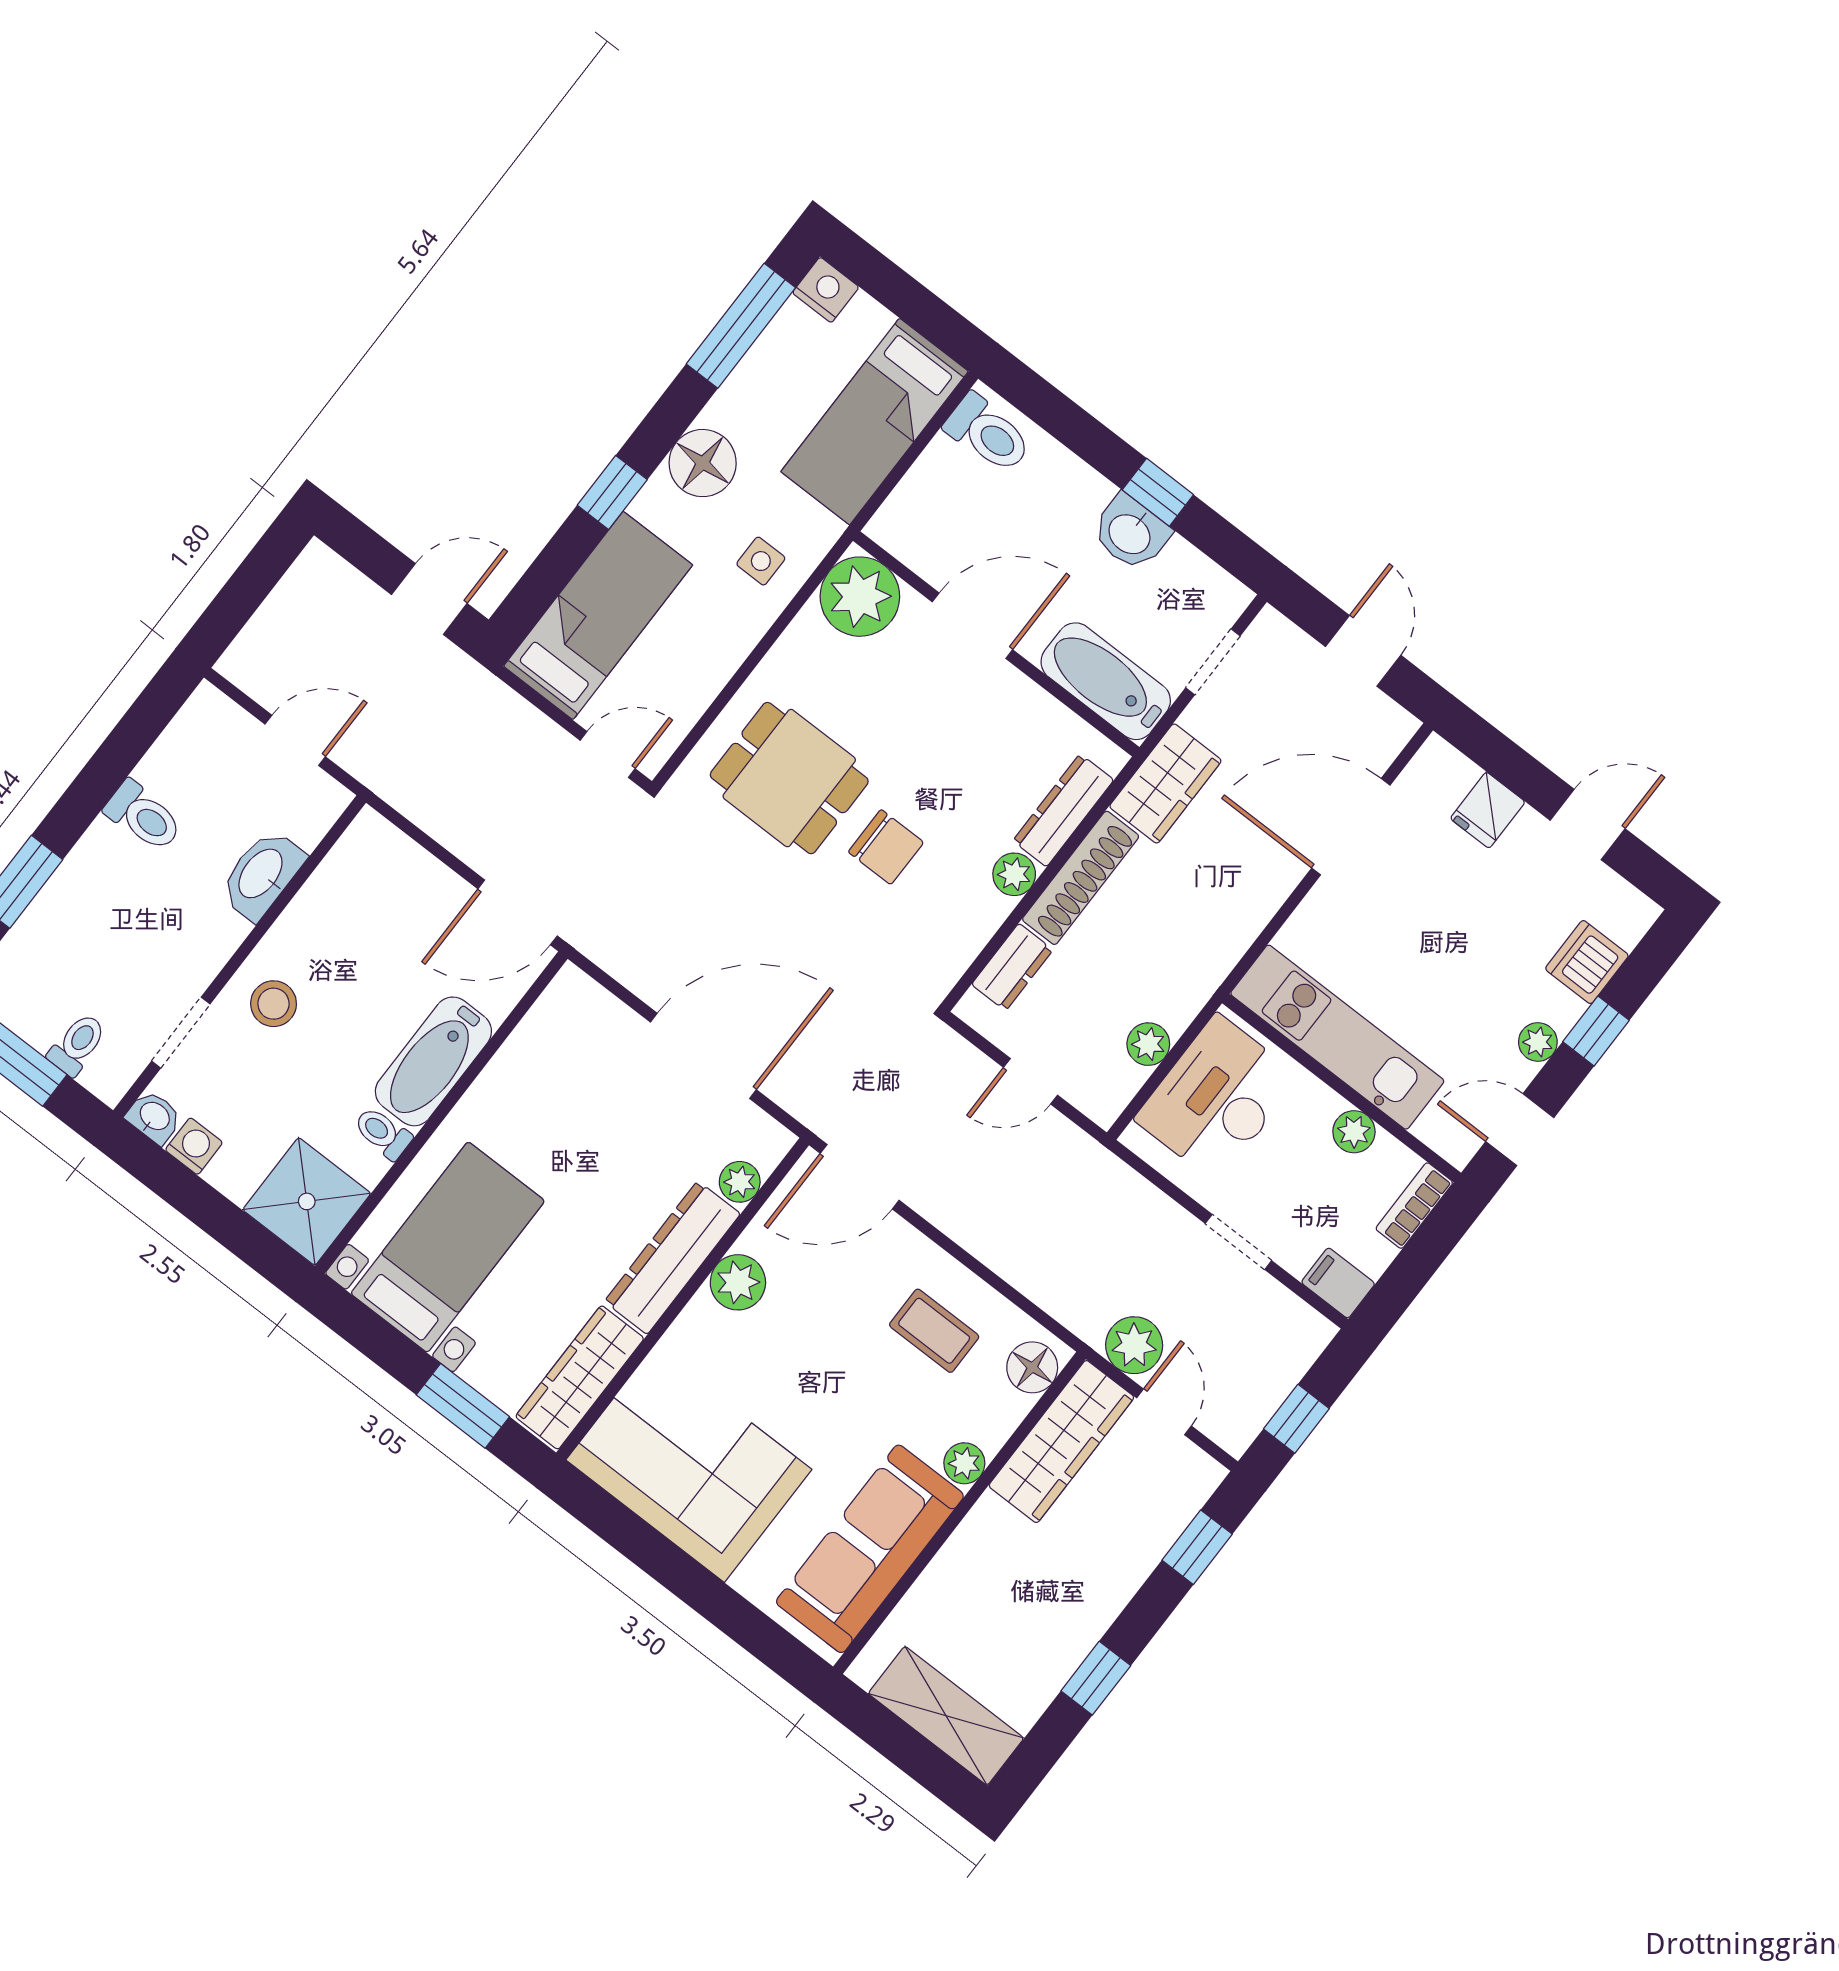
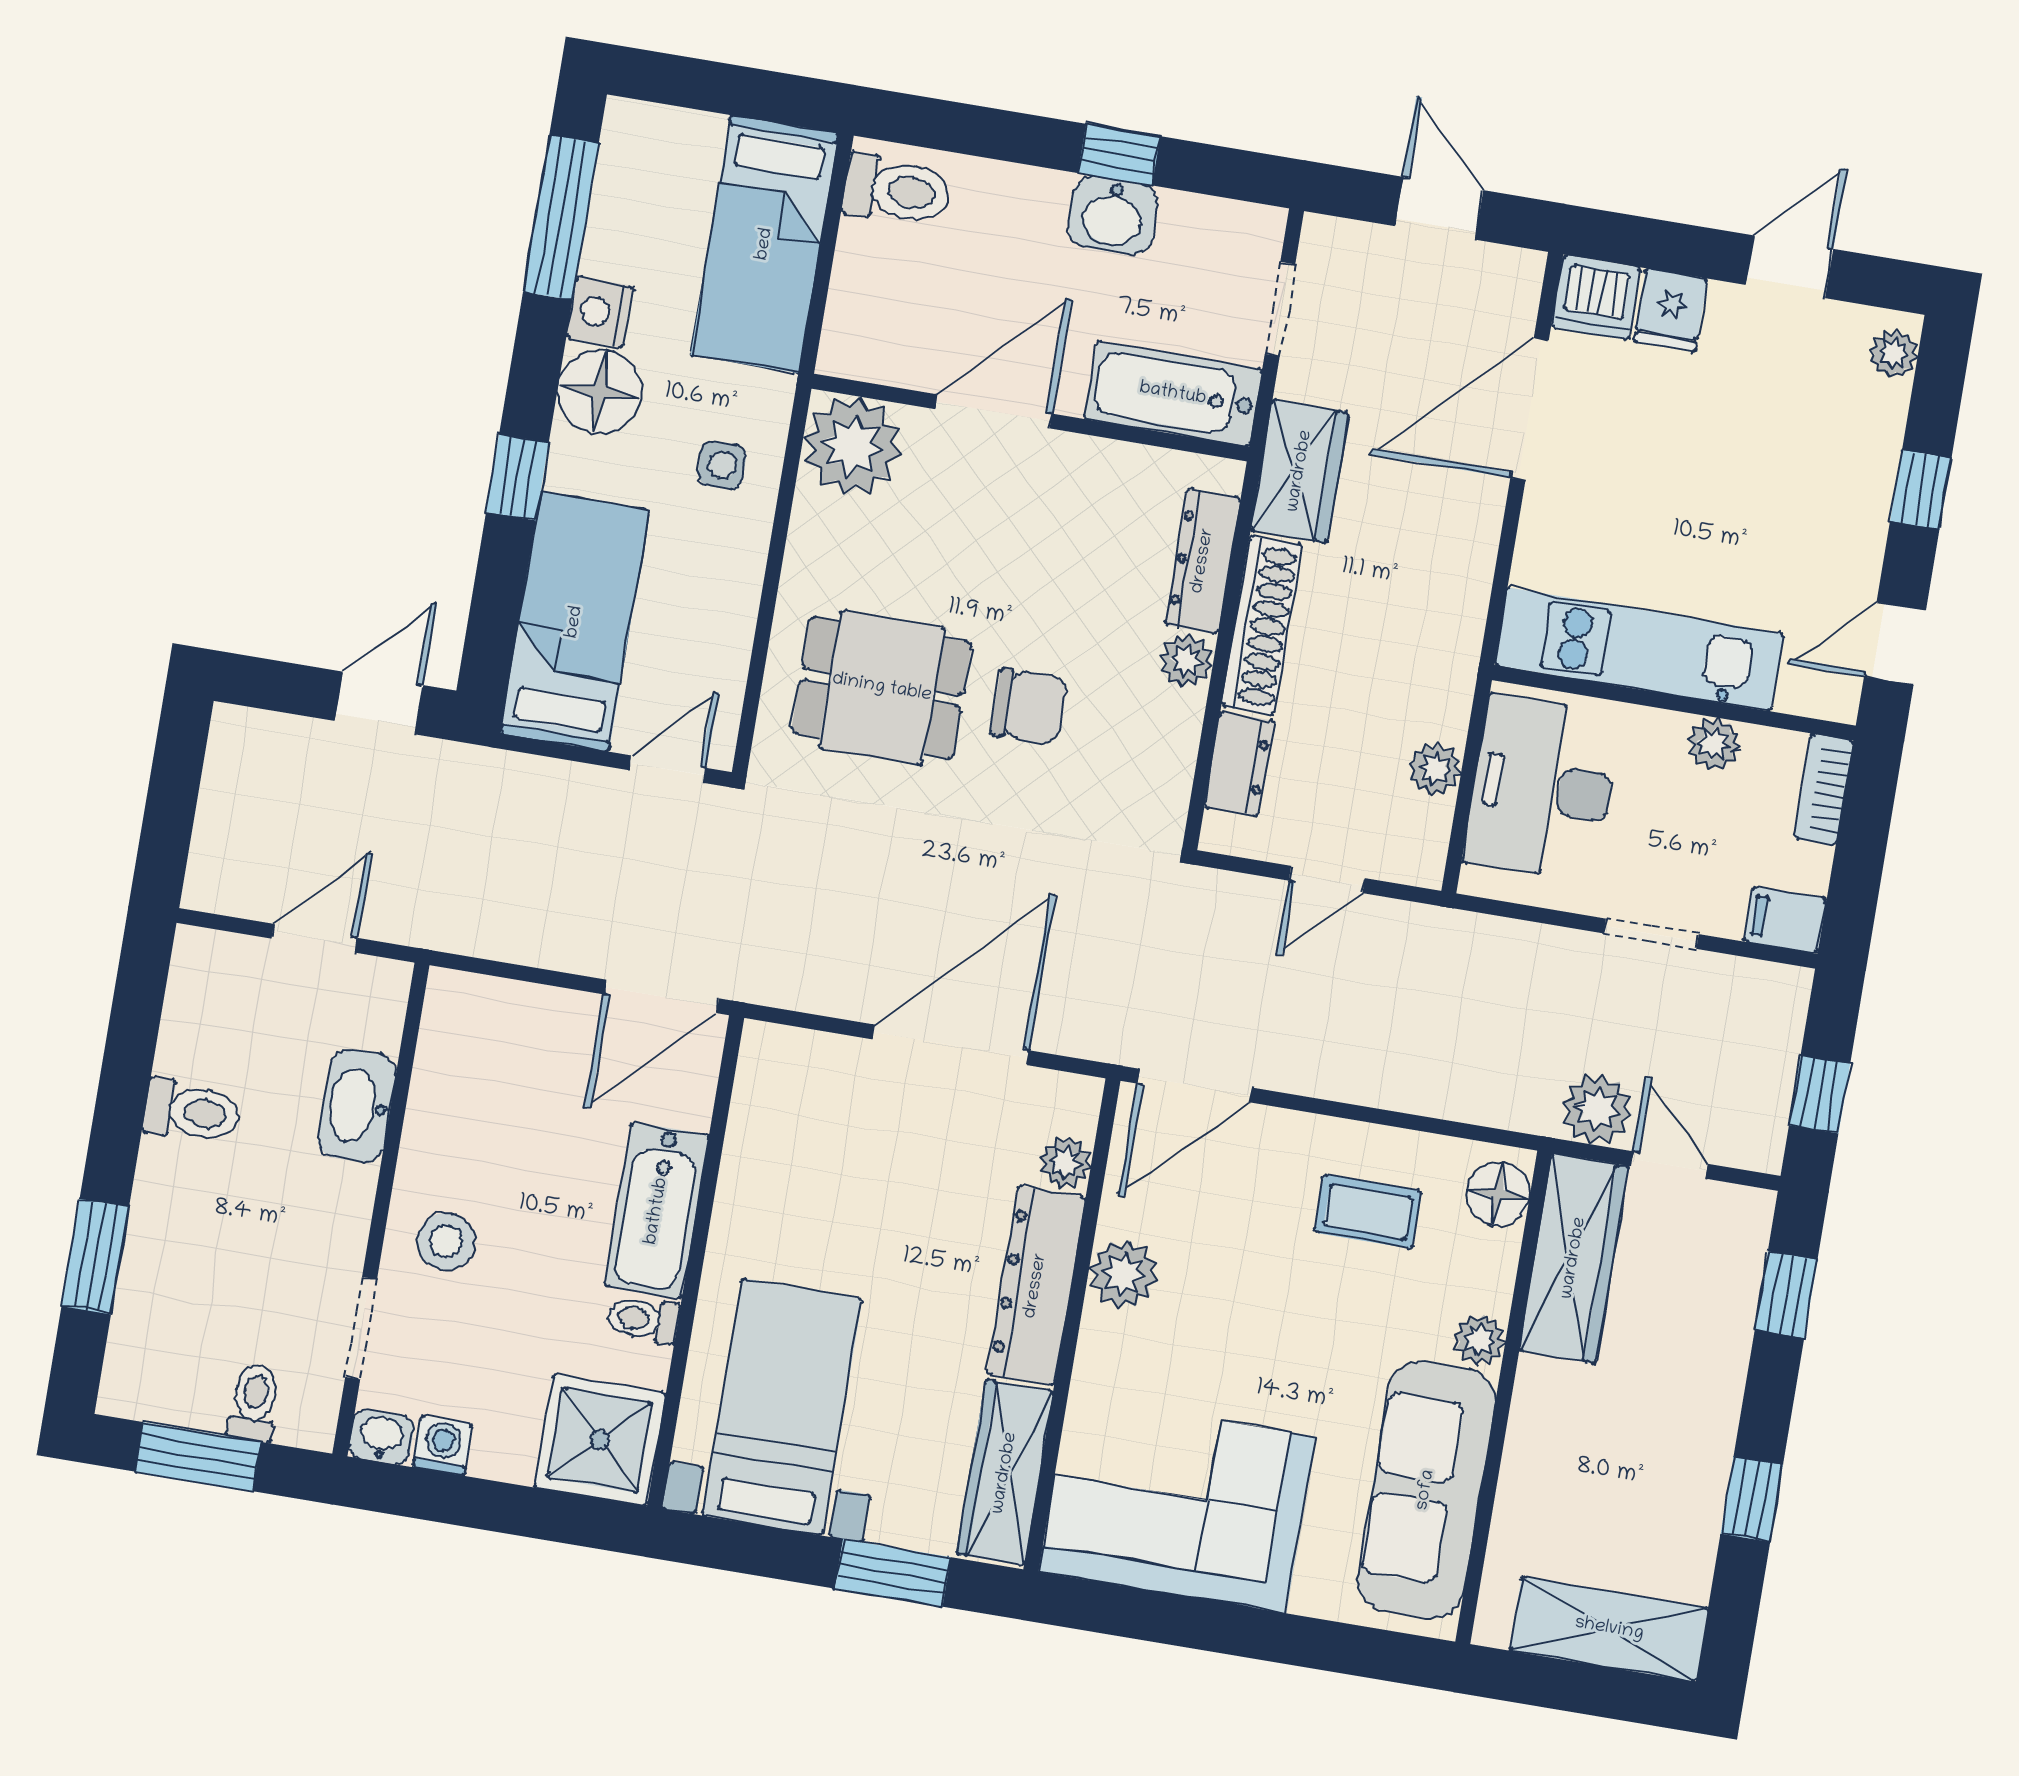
nightstand: (826, 290) -> (600, 312), moved, turned -90
dishwasher: (1587, 962) -> (1596, 297), moved, turned -90
plant: (1538, 1042) -> (1894, 353), moved

